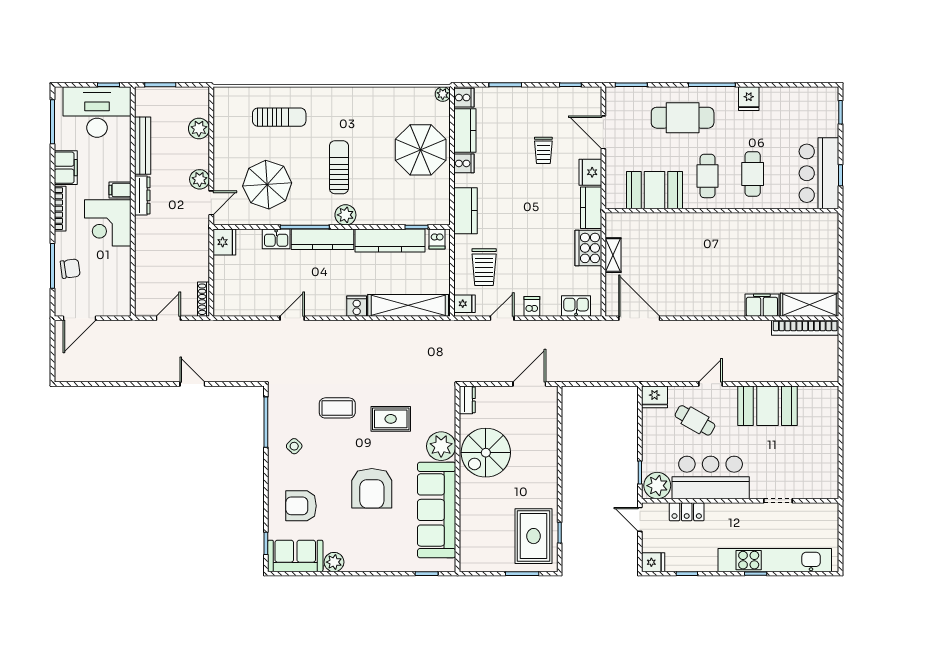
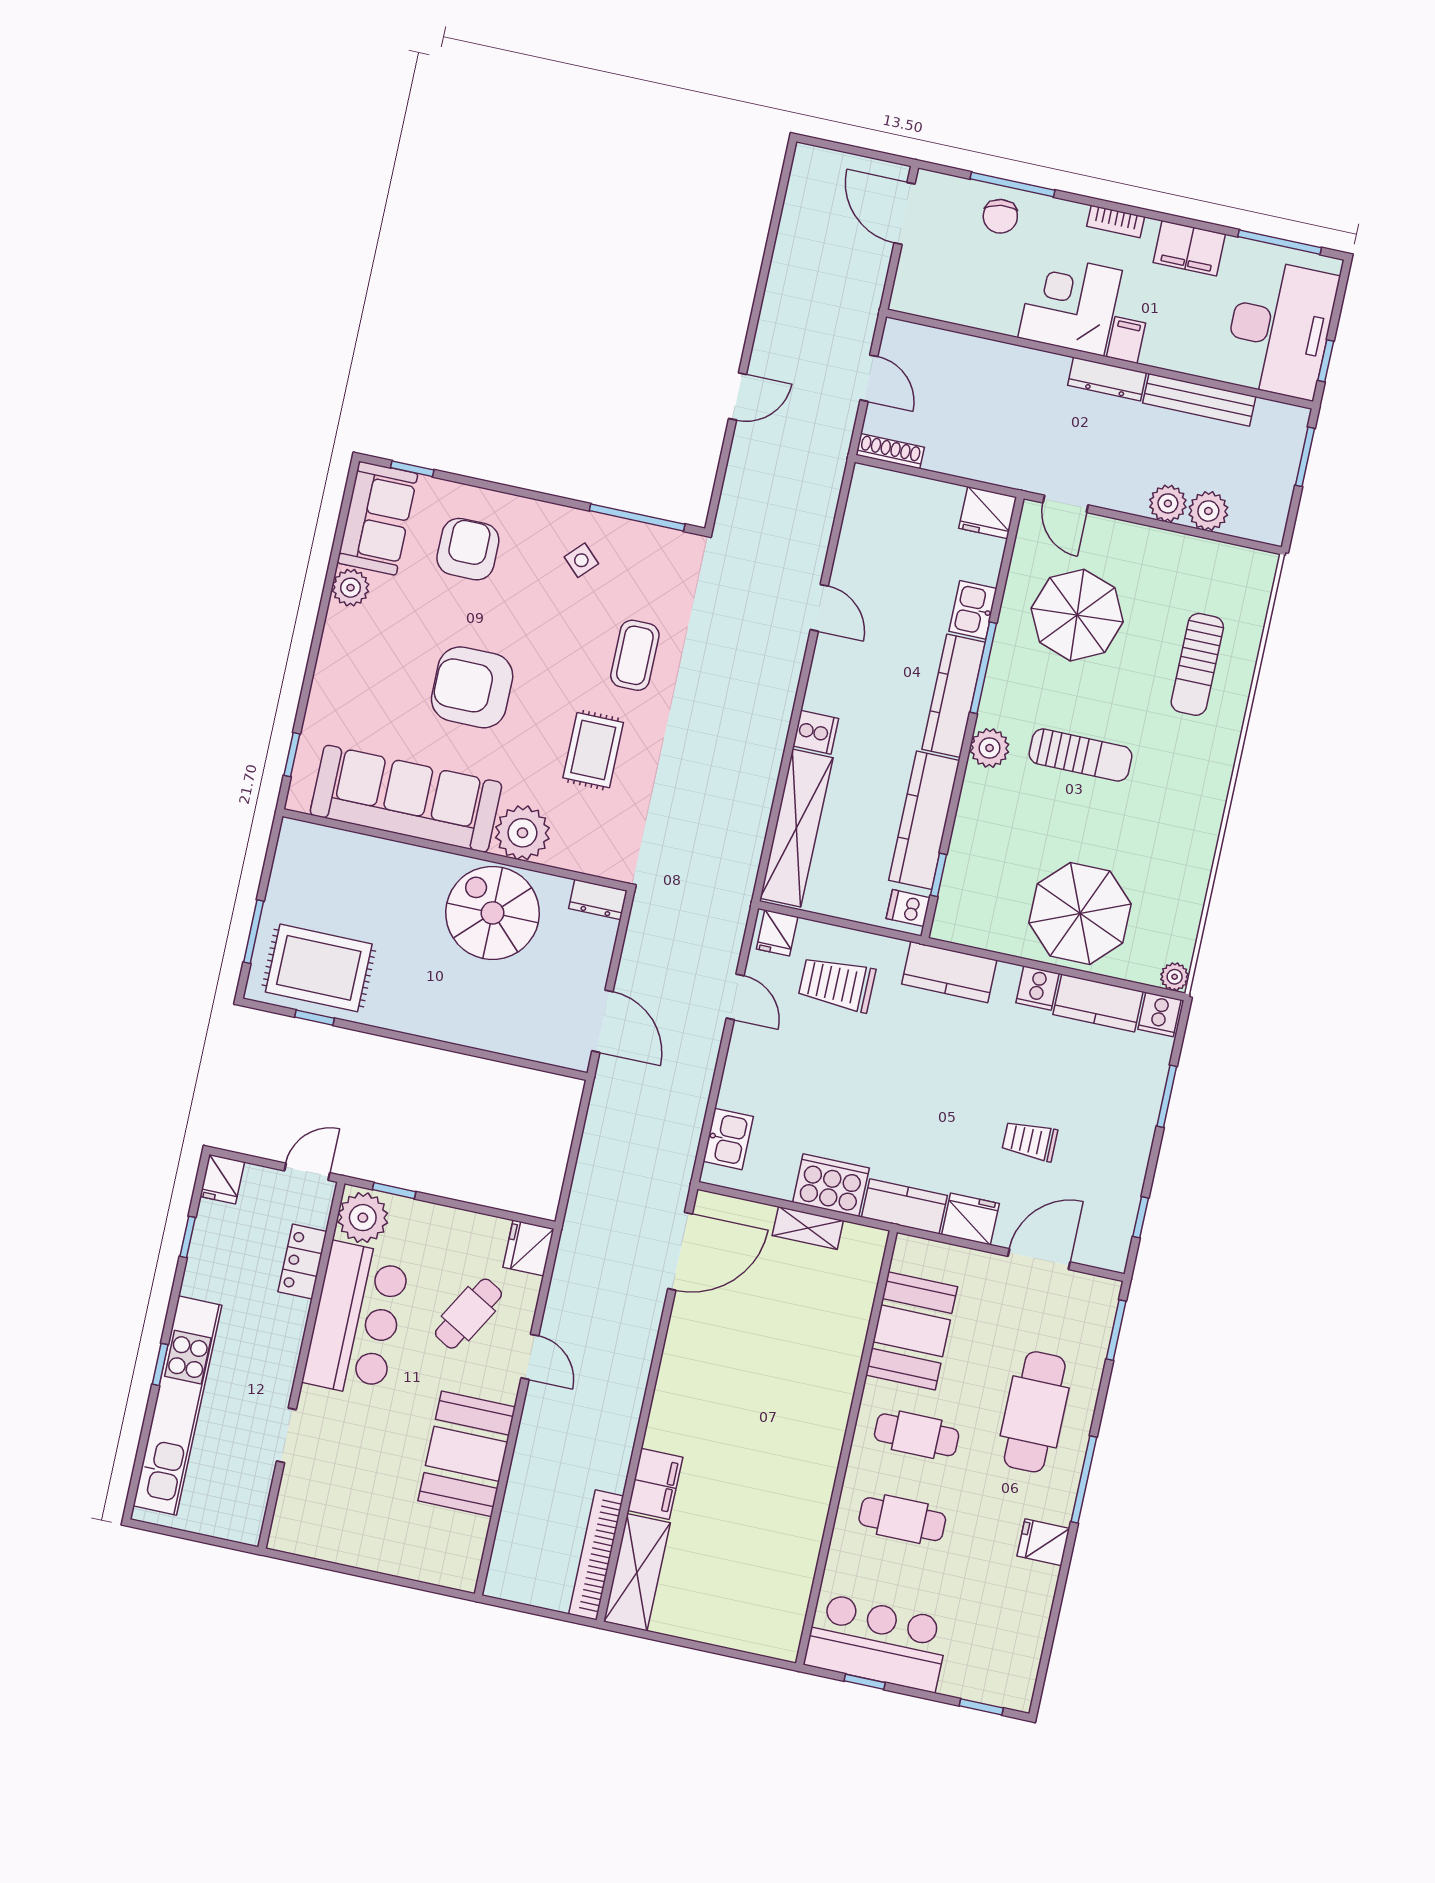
plant: (200, 179) -> (1168, 503), moved
bookcase: (60, 209) -> (1116, 221), width x0.64
dishwasher: (532, 306) -> (745, 1057), removed

